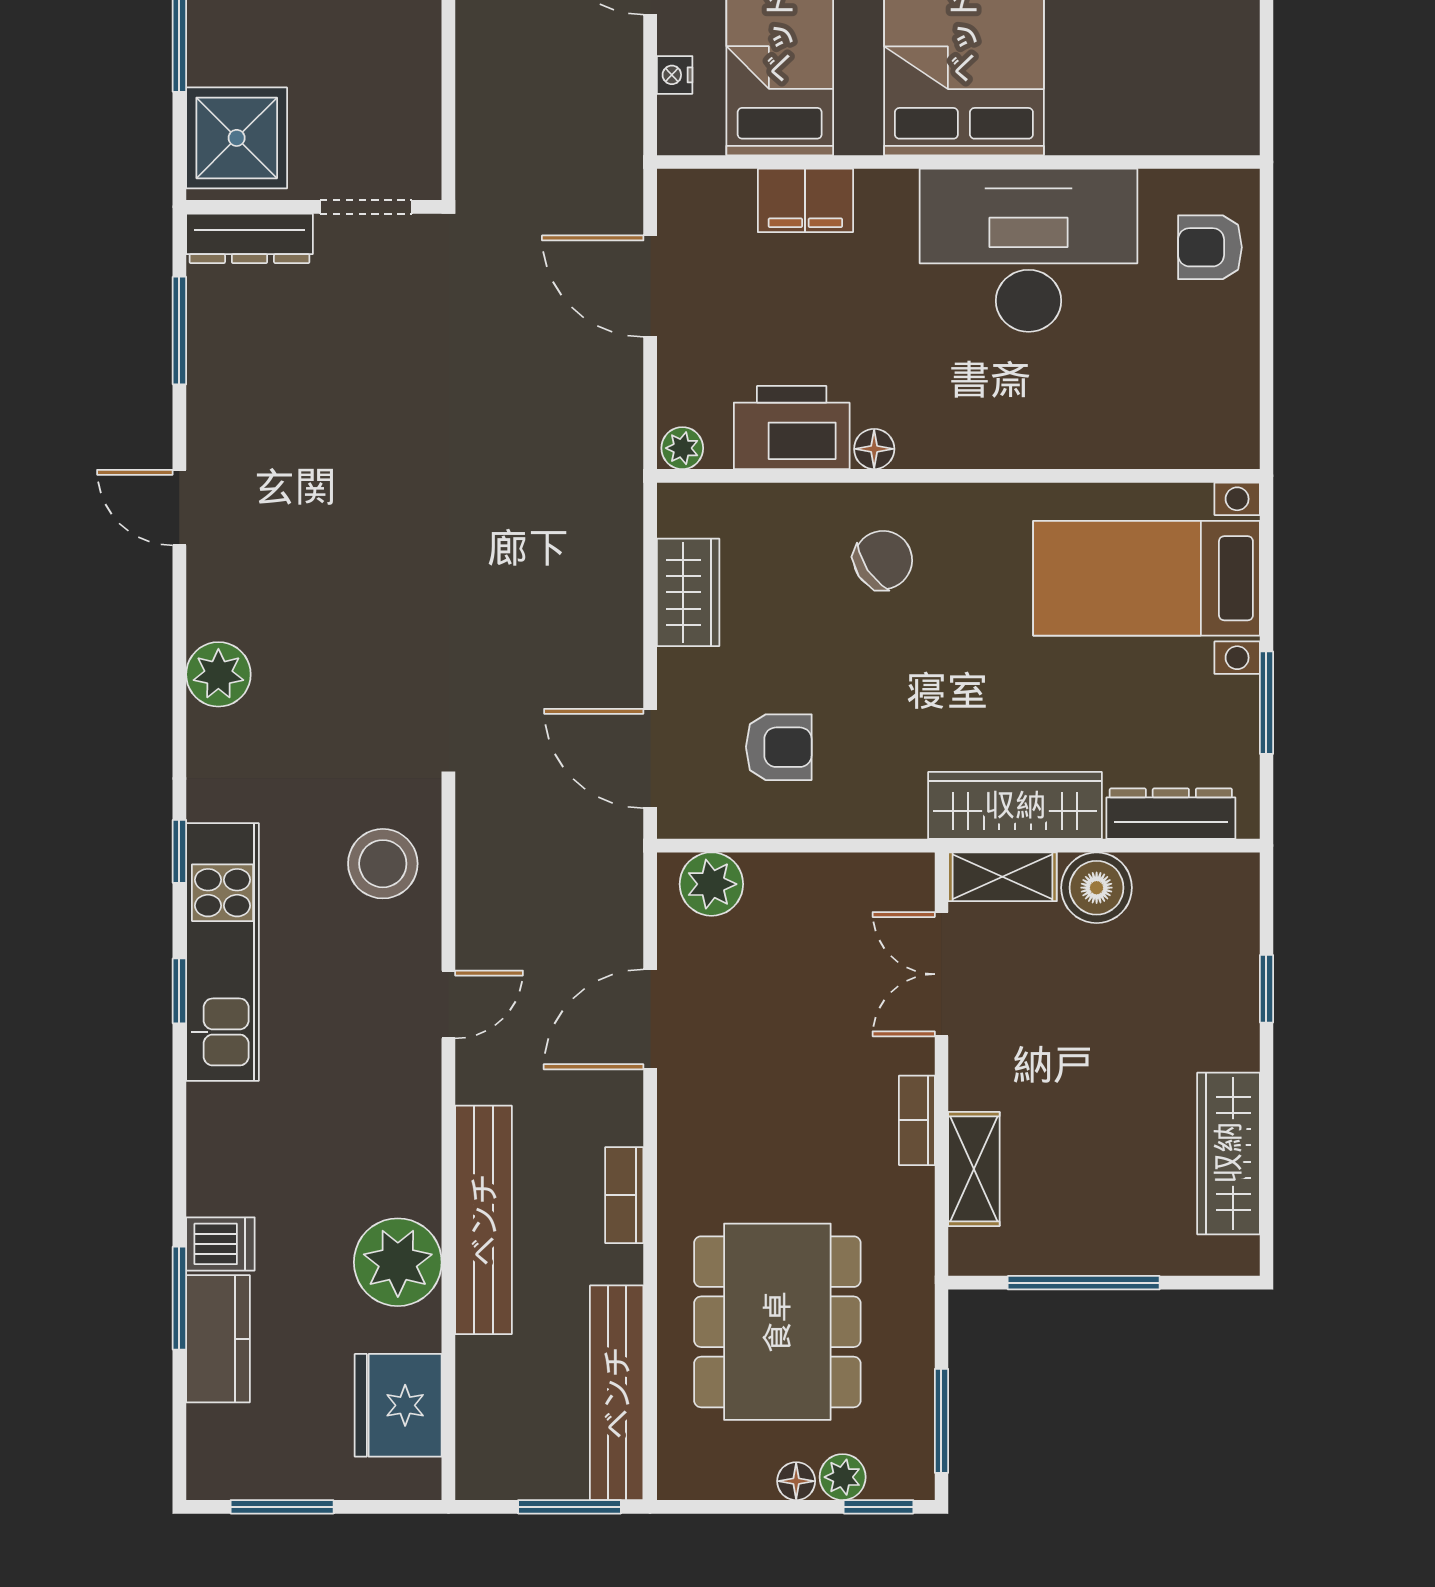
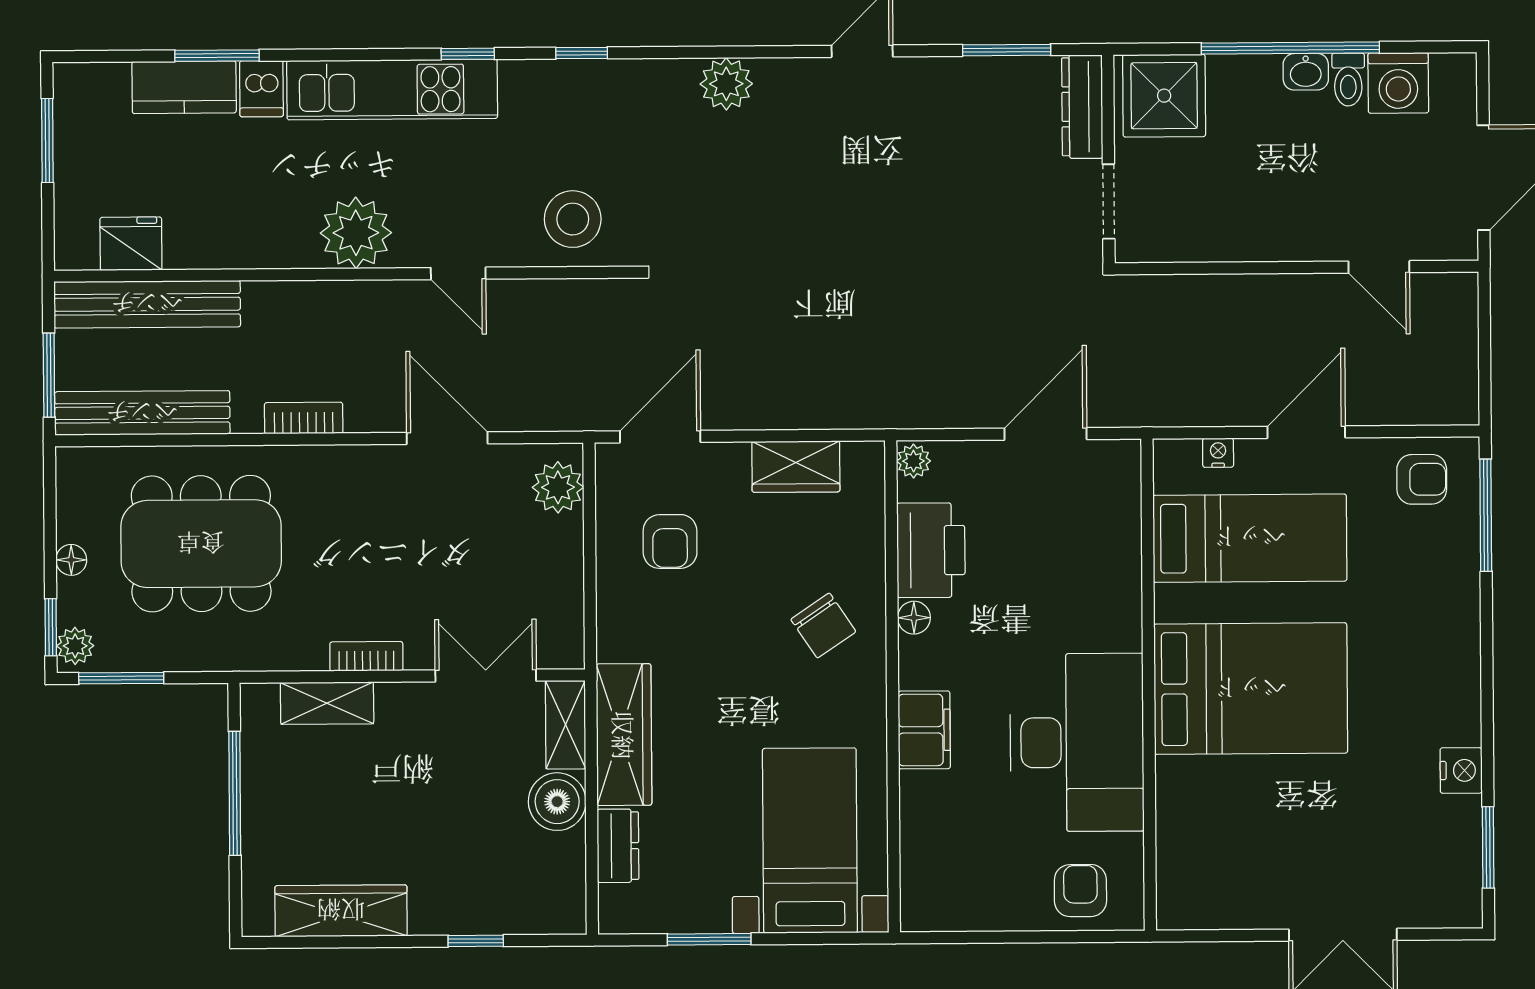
filing cabinet: (805, 200) -> (924, 730), moved, turned 180
dresser: (1171, 814) -> (618, 846), width x0.70
kitchen unit: (223, 952) -> (392, 89), moved
bench: (484, 1220) -> (147, 304), moved
plant: (398, 1262) -> (356, 233), moved
fridge: (398, 1405) -> (131, 244), width x0.73, depth x0.75
plant: (843, 1477) -> (75, 646), moved

